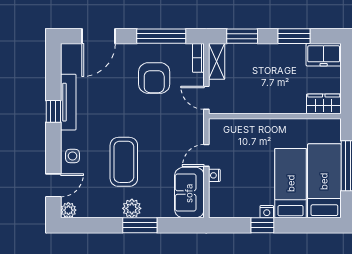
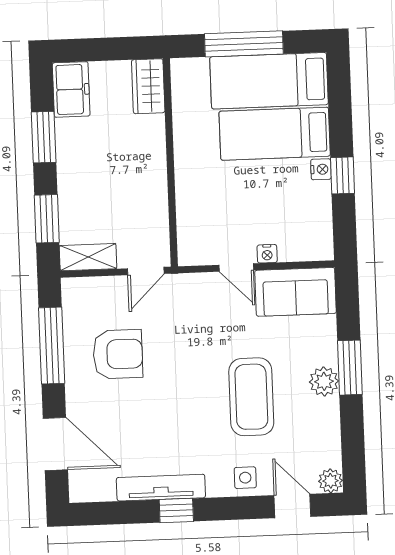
bookcase: (198, 58) -> (84, 286), removed
coffee table: (124, 162) -> (251, 397), turned 90

